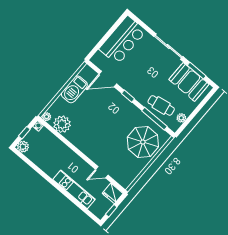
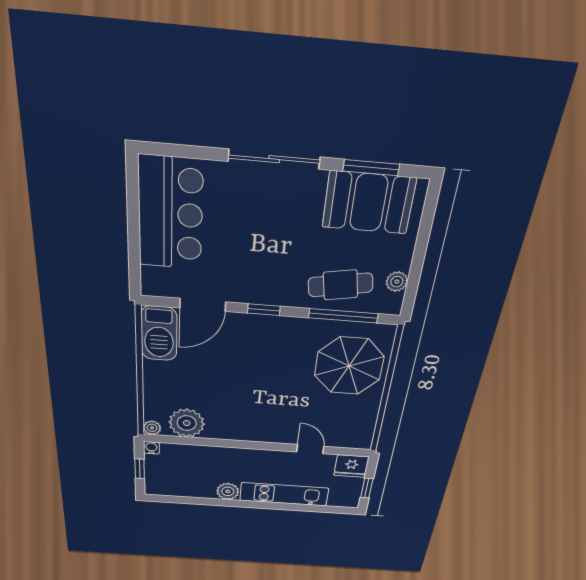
barbecue: (74, 89) -> (159, 334), moved
plant: (23, 147) -> (228, 491), moved
door: (102, 172) -> (310, 449), swing flipped

